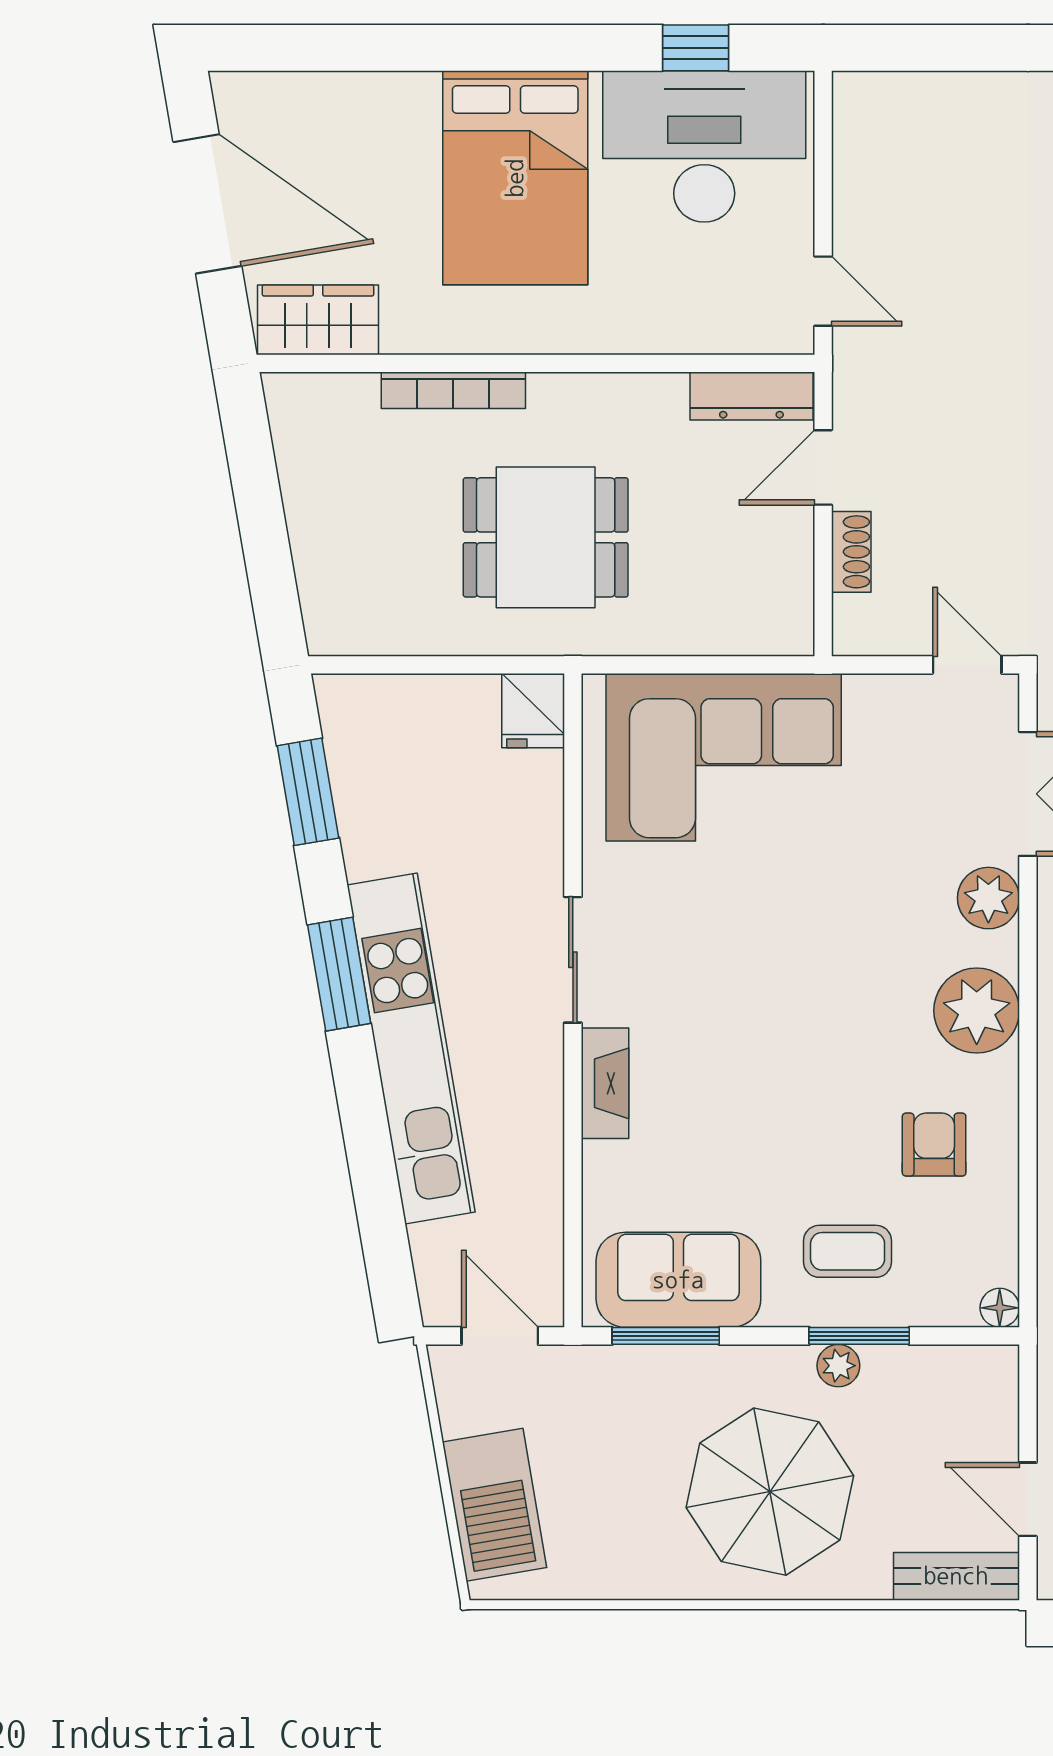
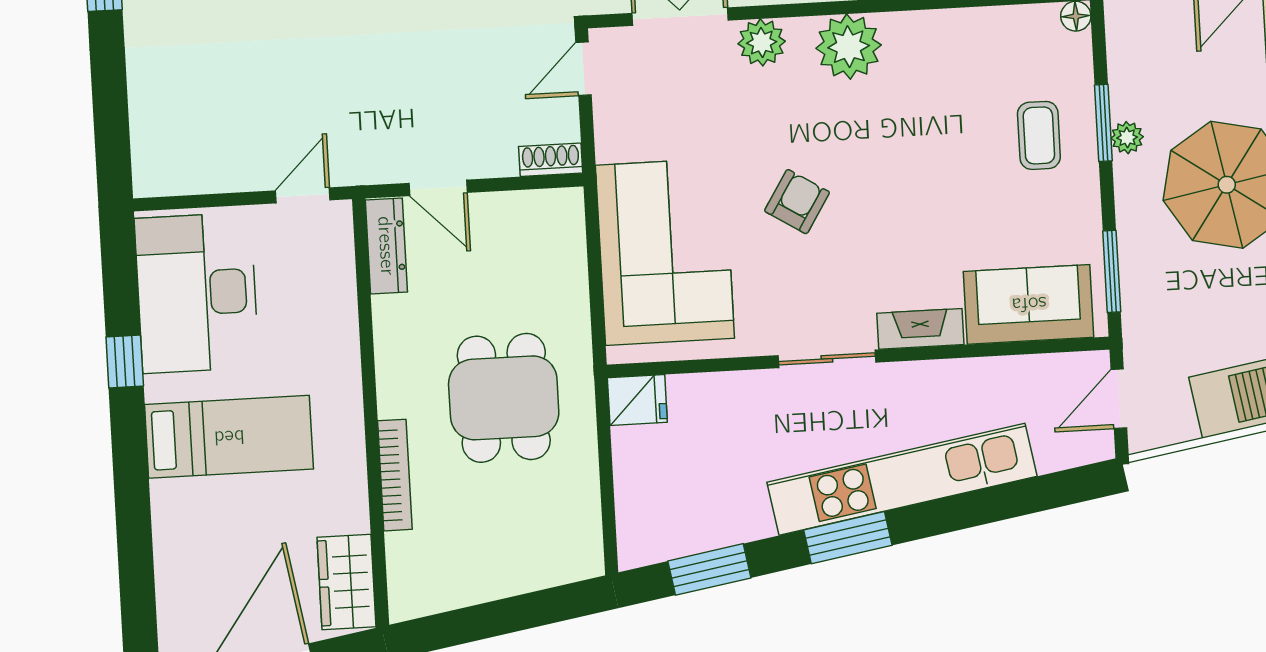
window: (696, 48) -> (125, 362), moved
bed: (515, 178) -> (229, 437), width x0.67
shoe rack: (851, 552) -> (551, 160), moved
armchair: (934, 1145) -> (797, 202), moved, turned 122
sofa: (678, 1280) -> (1029, 304), moved, turned 90

